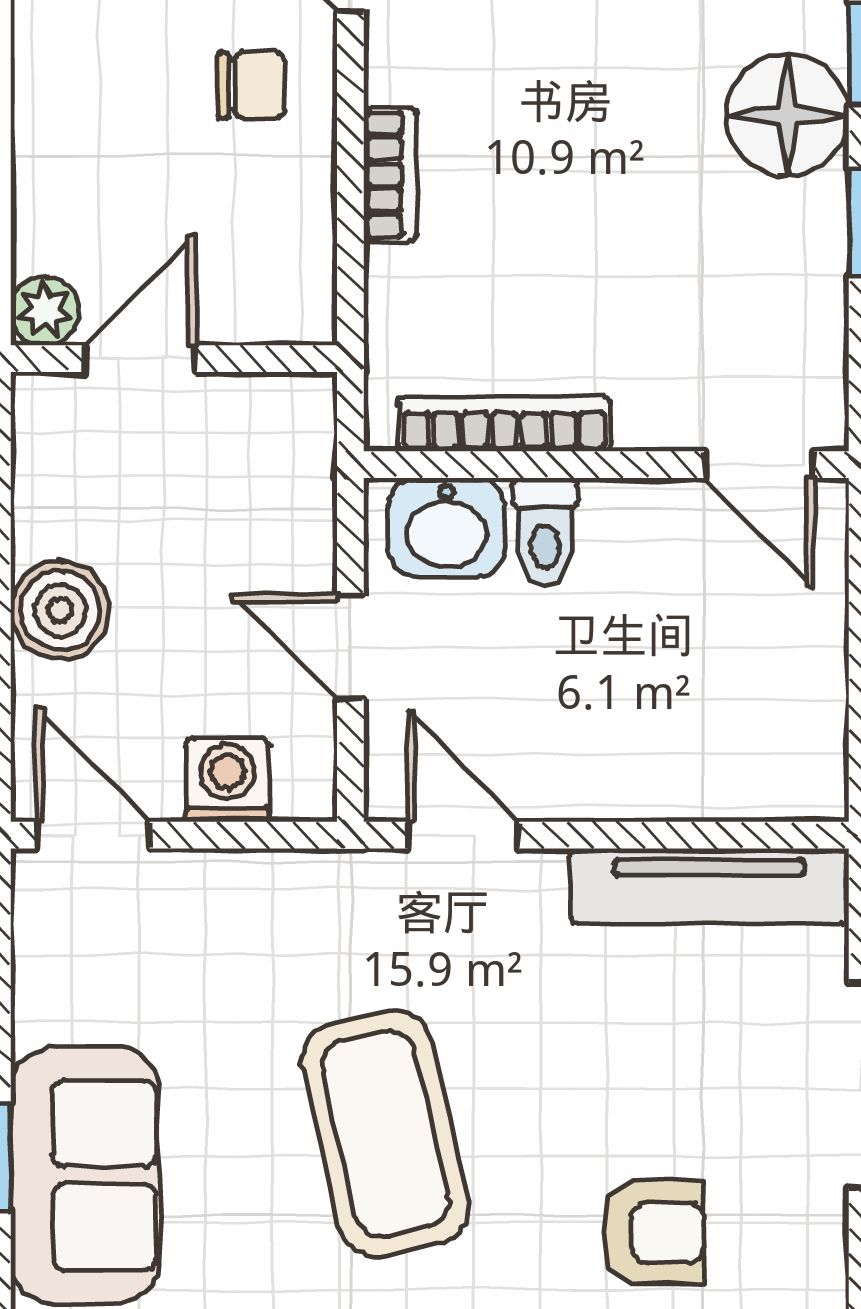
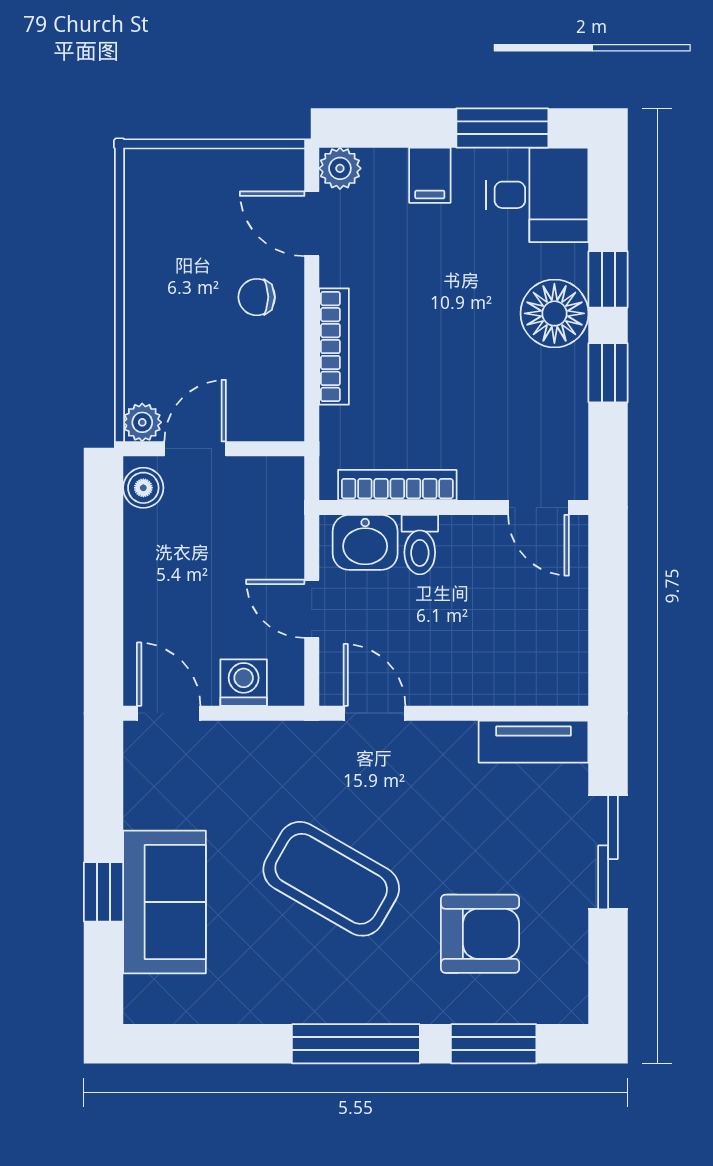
chair: (251, 85) -> (257, 297), turned 180
bookcase: (390, 175) -> (334, 347), width x1.56
boiler: (60, 610) -> (143, 488), moved, width x0.73, depth x0.73
tv unit: (709, 886) -> (534, 742), width x0.71
coffee table: (385, 1134) -> (331, 879), turned -47
armchair: (653, 1233) -> (480, 934), width x1.38, depth x1.38

